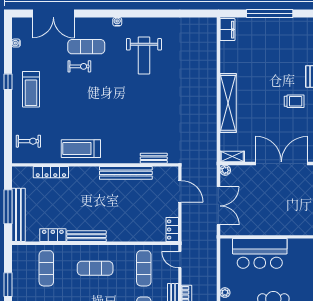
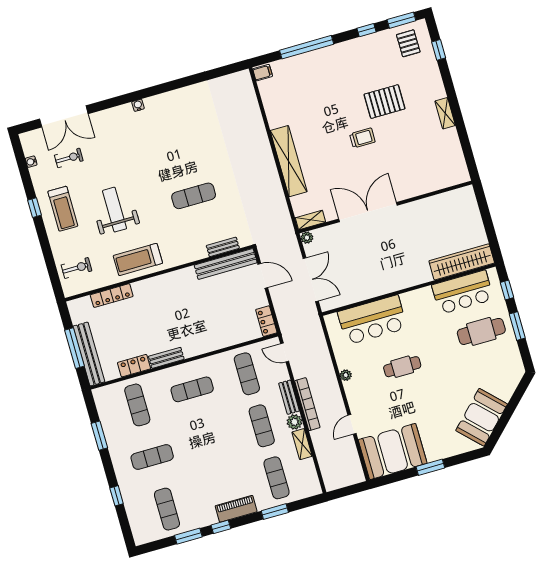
filing cabinet: (227, 30) -> (263, 73), width x0.50
exercise mat: (86, 47) -> (194, 196), moved
weight bench: (144, 55) -> (115, 210), moved, turned 180
exercise bike: (79, 66) -> (69, 158), moved
bench: (126, 173) -> (226, 264), moved
bench: (86, 236) -> (166, 358), width x0.73

